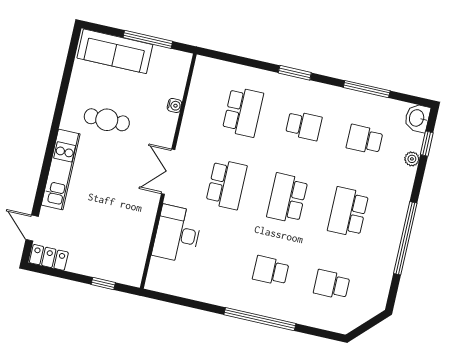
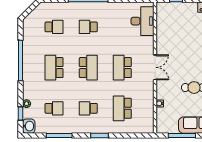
school desk: (348, 212) -> (54, 68), turned 180
desk: (177, 234) -> (143, 21), moved
school desk: (271, 271) -> (88, 27), turned 180

